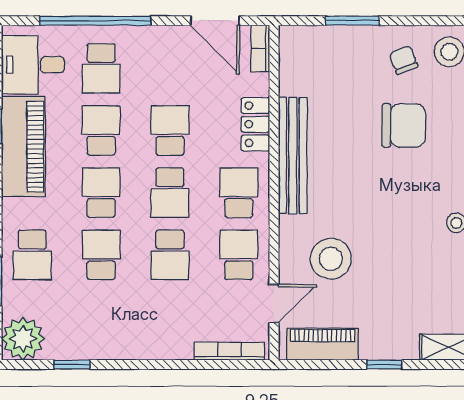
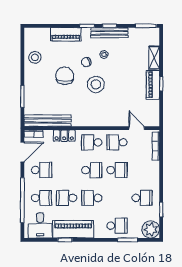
chair: (404, 60) -> (86, 62), moved
school desk: (170, 130) -> (42, 170), moved, turned 180
bench: (293, 155) -> (48, 121), moved
school desk: (101, 255) -> (142, 198), moved, turned 180
stool: (331, 259) -> (96, 84), moved
piano: (323, 344) -> (153, 85), moved

